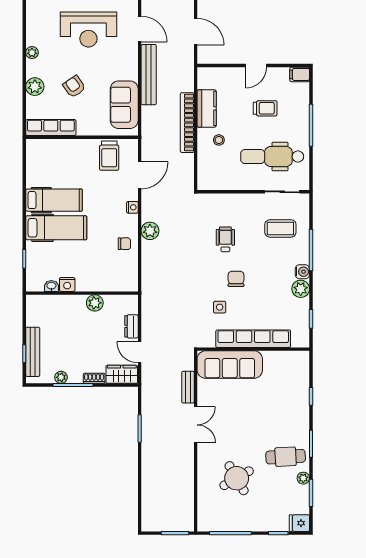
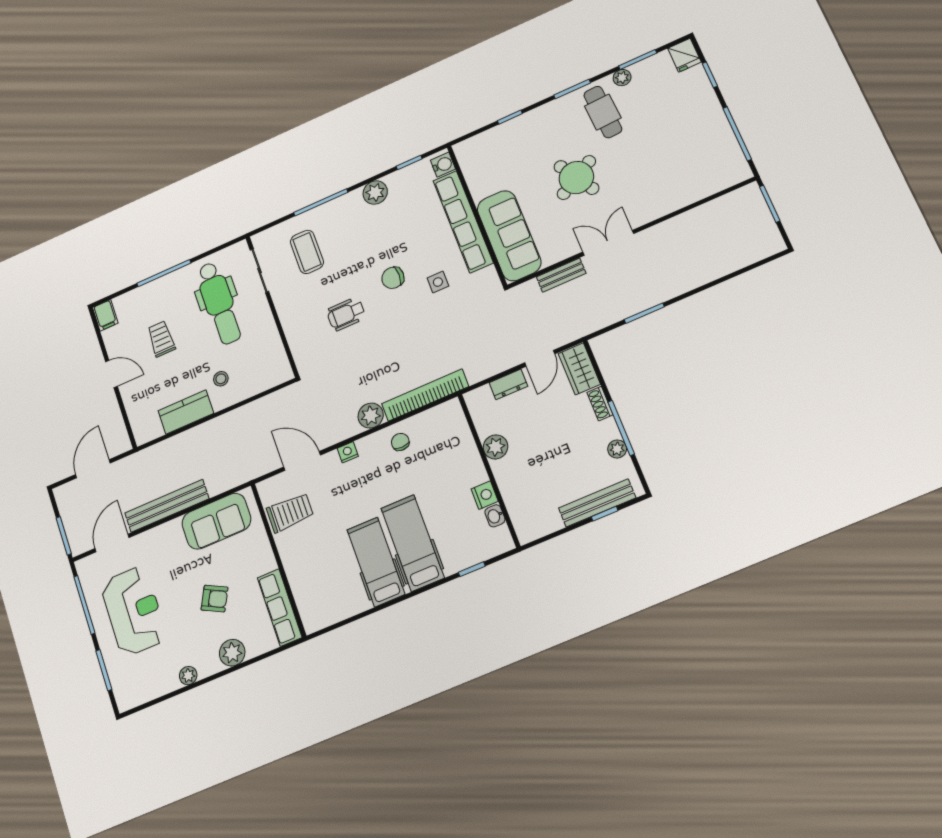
armchair: (74, 87) -> (215, 599), turned -118
bookcase: (187, 123) -> (425, 395), moved, turned 180
water cooler: (302, 272) -> (443, 165), moved, turned 90
round table: (237, 478) -> (576, 177), moved

